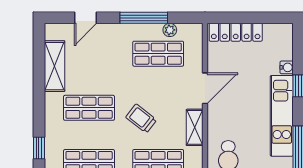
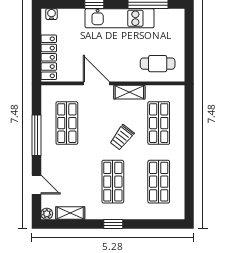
plant: (170, 30) -> (47, 214), moved
shelving: (55, 66) -> (70, 213), width x0.67, depth x0.75
water cooler: (287, 67) -> (52, 14), moved
window: (39, 148) -> (113, 224), moved

